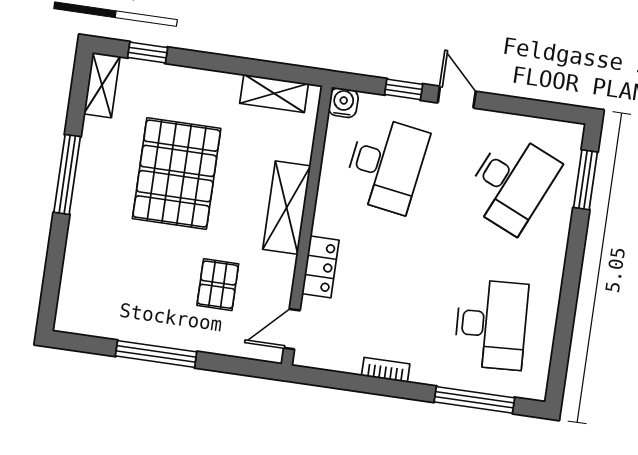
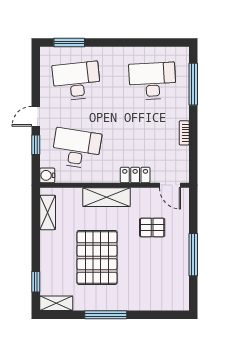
pallet: (177, 174) -> (97, 257), turned 90
desk: (512, 183) -> (77, 81), turned -30

